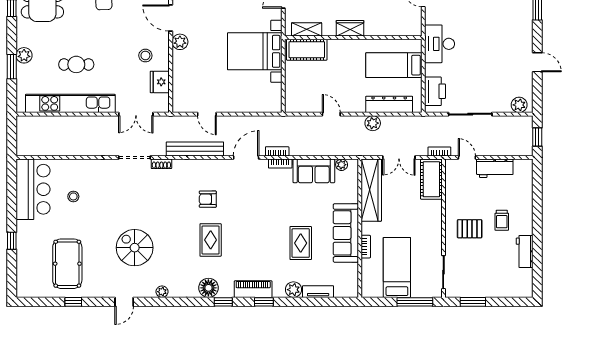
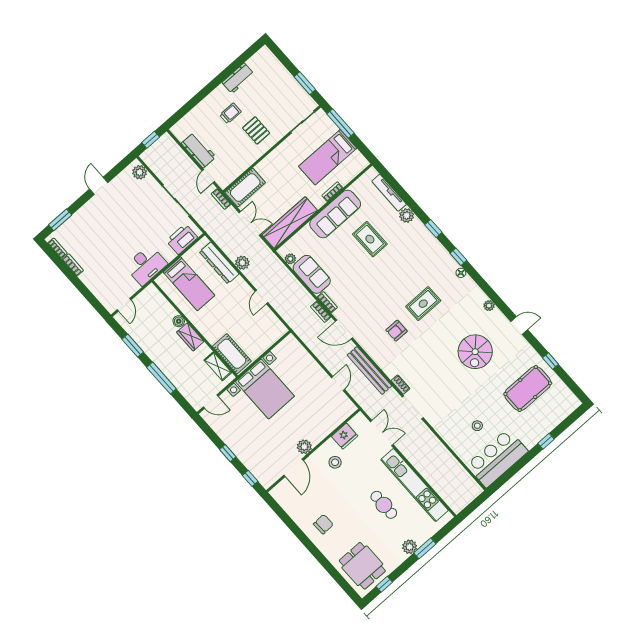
boiler: (371, 30) -> (179, 321), added
armchair: (208, 199) -> (397, 331), turned 90
rug: (301, 243) -> (370, 239), turned 90
floor lamp: (208, 288) -> (461, 273), width x0.53, depth x0.53
piano: (253, 289) -> (431, 244), removed
tv unit: (318, 292) -> (389, 193), width x1.41

